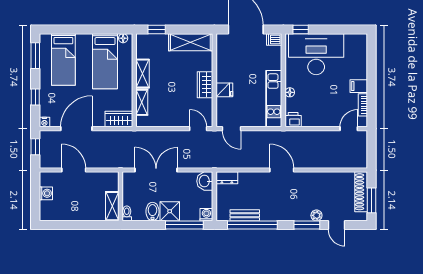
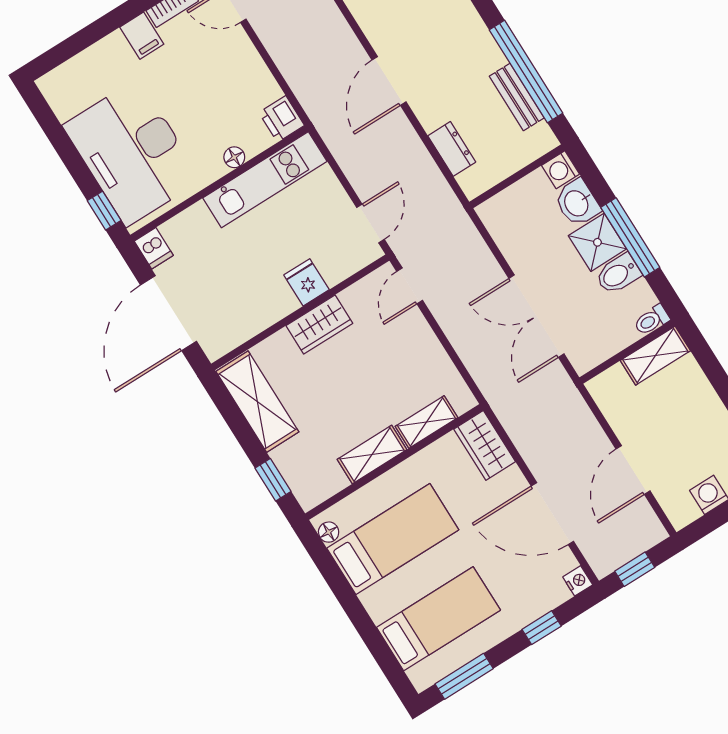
dresser: (227, 178) -> (452, 149), moved
washbasin: (205, 181) -> (577, 203), moved, turned 90
window: (184, 225) -> (630, 237), moved

